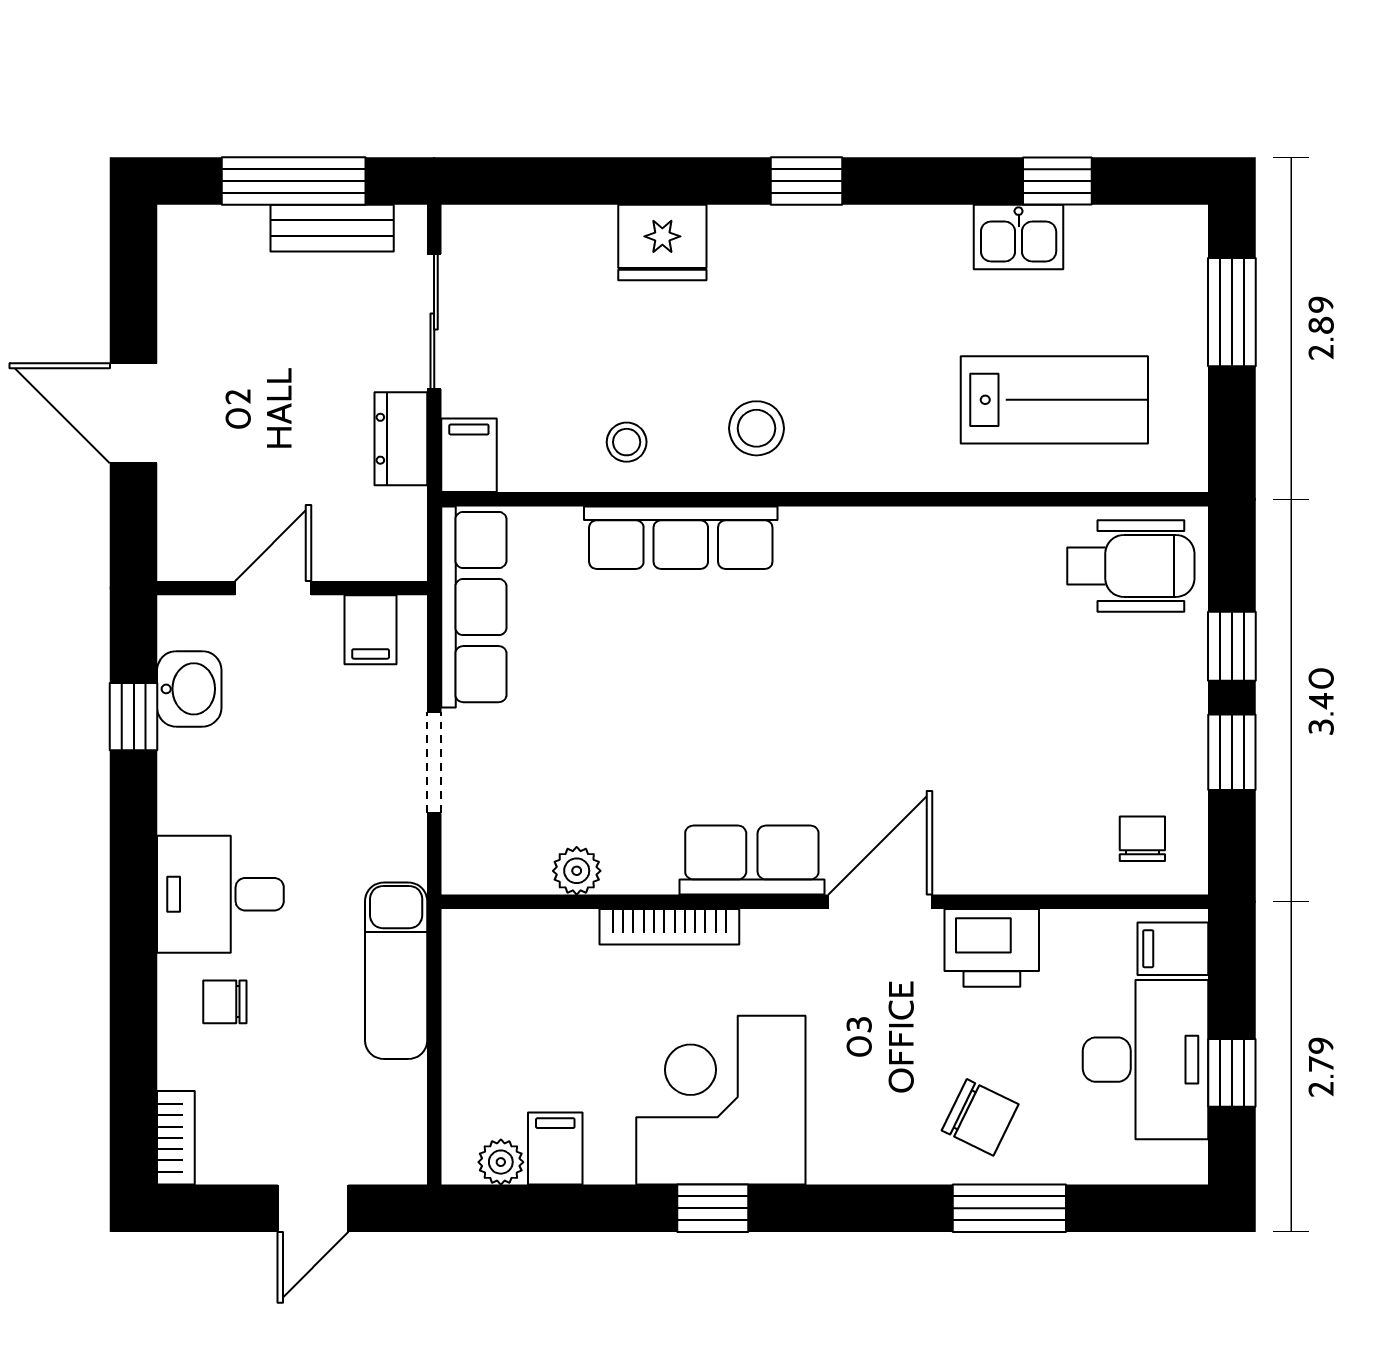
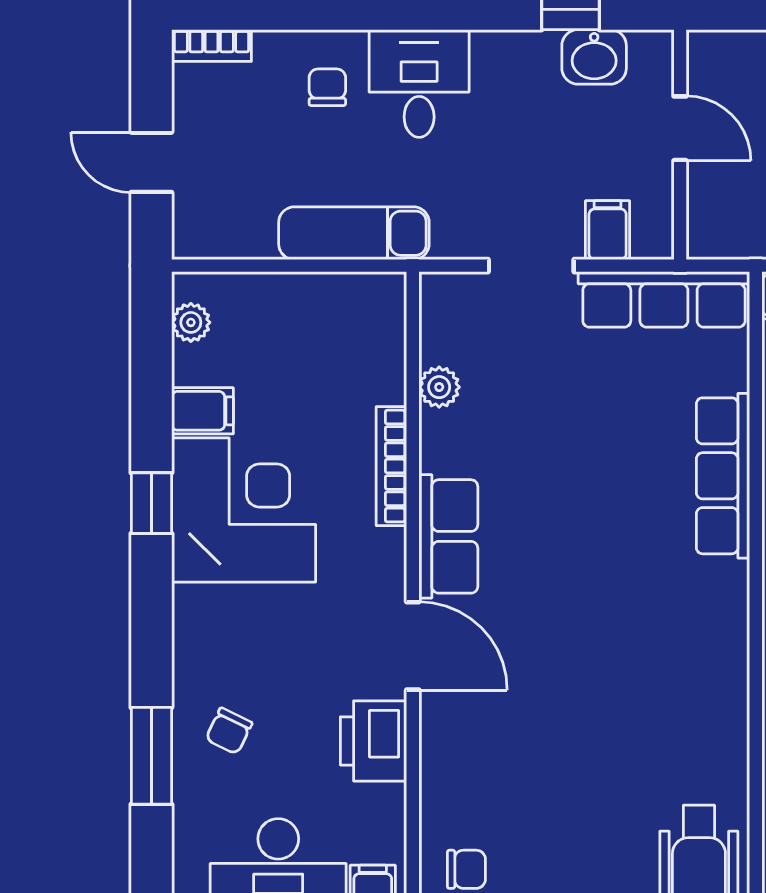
filing cabinet: (371, 630) -> (608, 230), moved, turned 90
chair: (980, 1117) -> (229, 731), width x0.73, depth x0.73
filing cabinet: (555, 1148) -> (202, 411), moved

